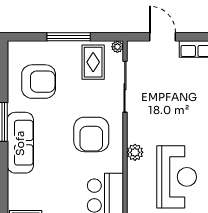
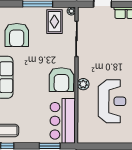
armchair: (39, 82) -> (17, 35), turned 90
armchair: (91, 134) -> (61, 80), moved

